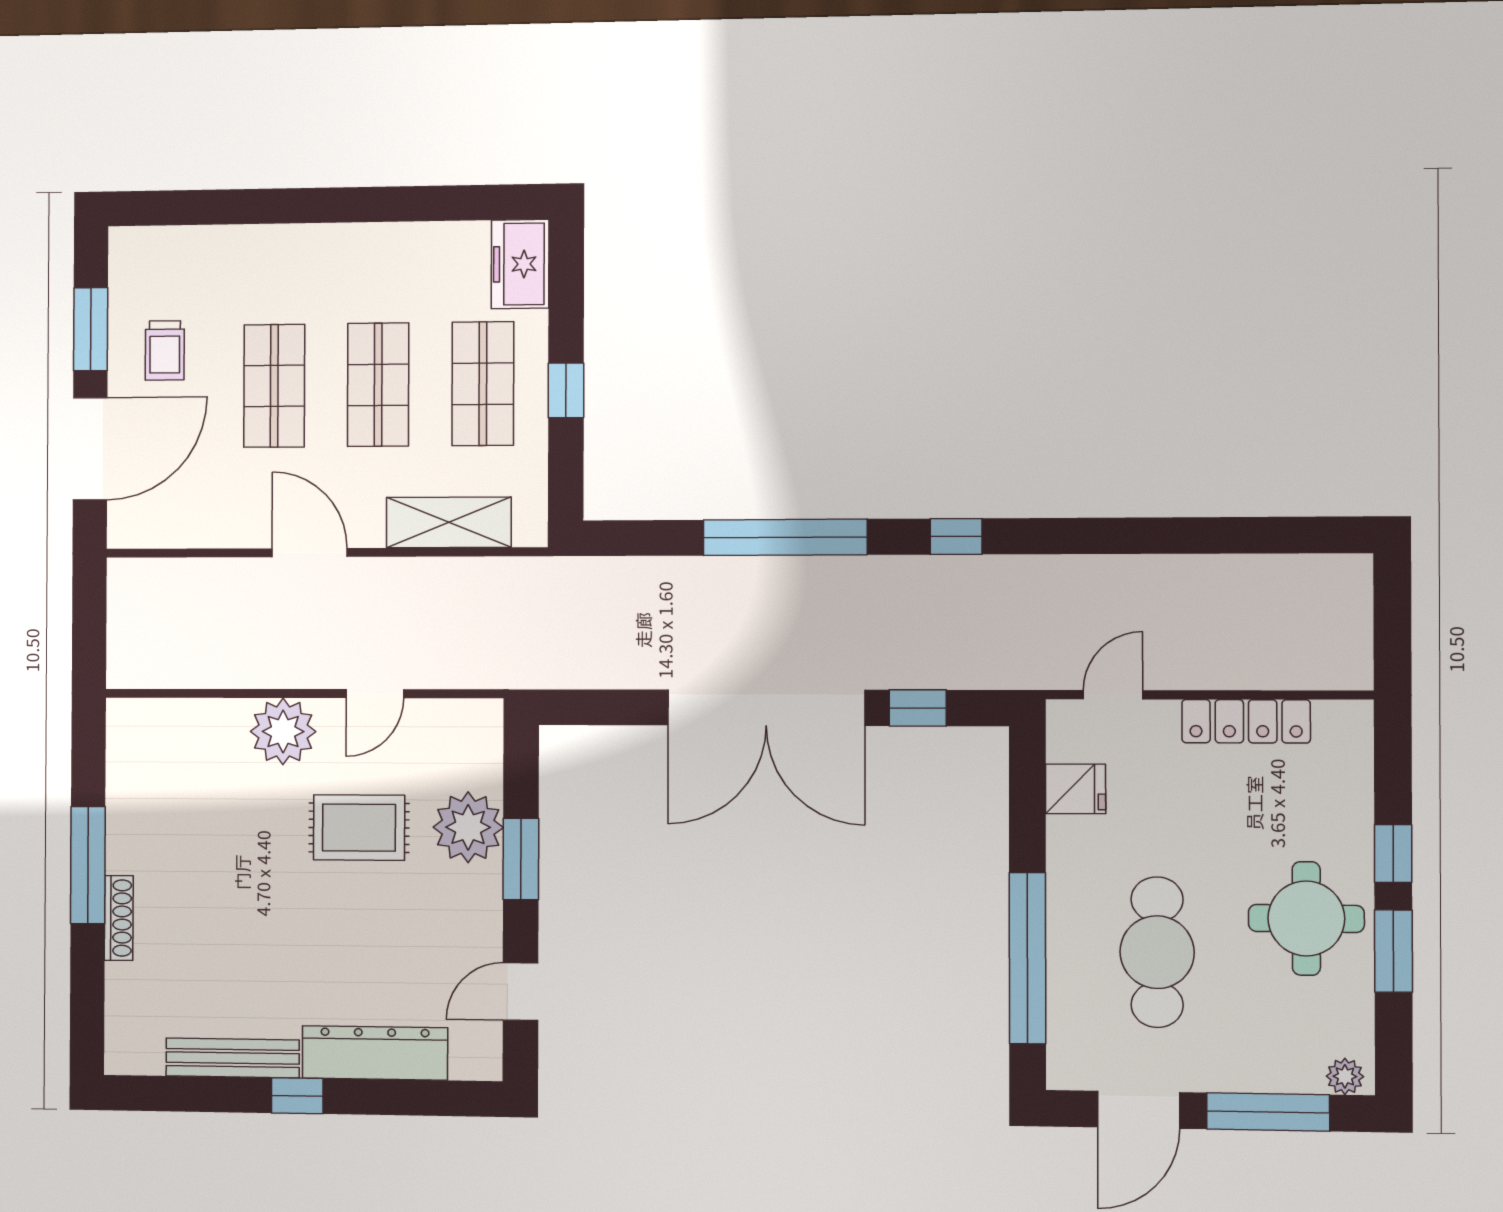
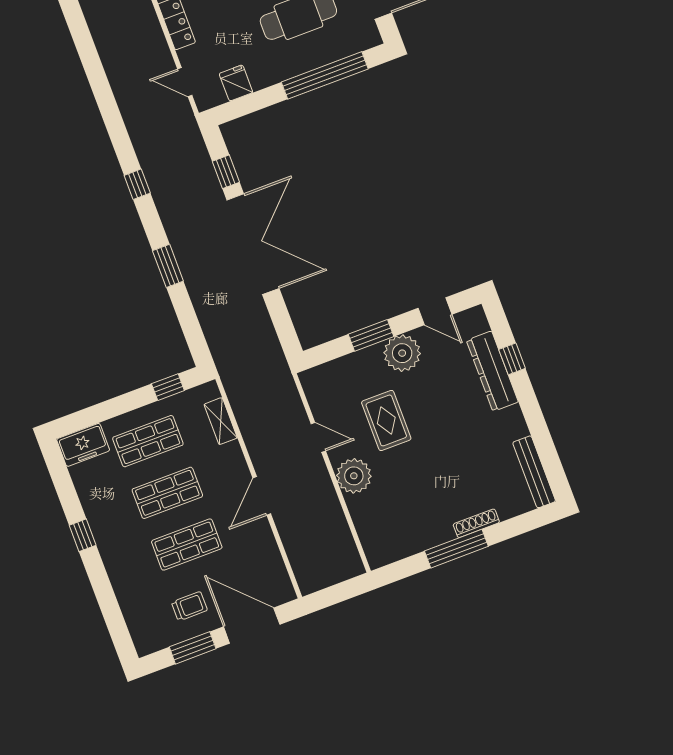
window: (360, 205) -> (83, 535), added
window: (566, 390) -> (168, 387), moved
shelving: (449, 522) -> (221, 421), width x0.67, depth x0.75
window: (785, 537) -> (168, 266), width x0.47
plant: (468, 827) -> (402, 353), moved
bench: (233, 1058) -> (534, 472), moved
window: (297, 1096) -> (512, 359), moved

